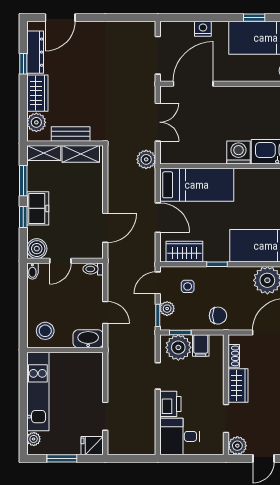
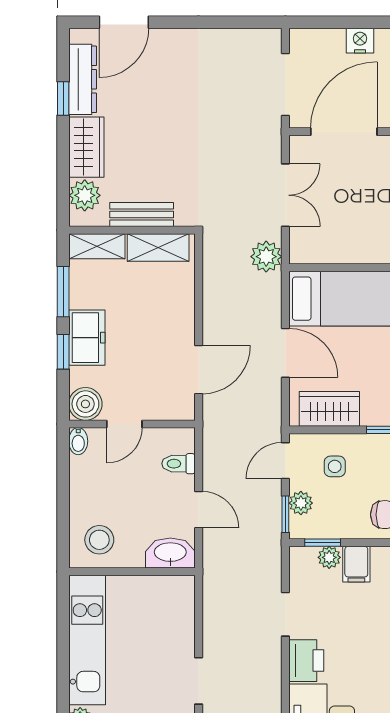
toilet: (93, 269) -> (179, 464), moved
plant: (178, 347) -> (329, 557), width x0.53, depth x0.53

